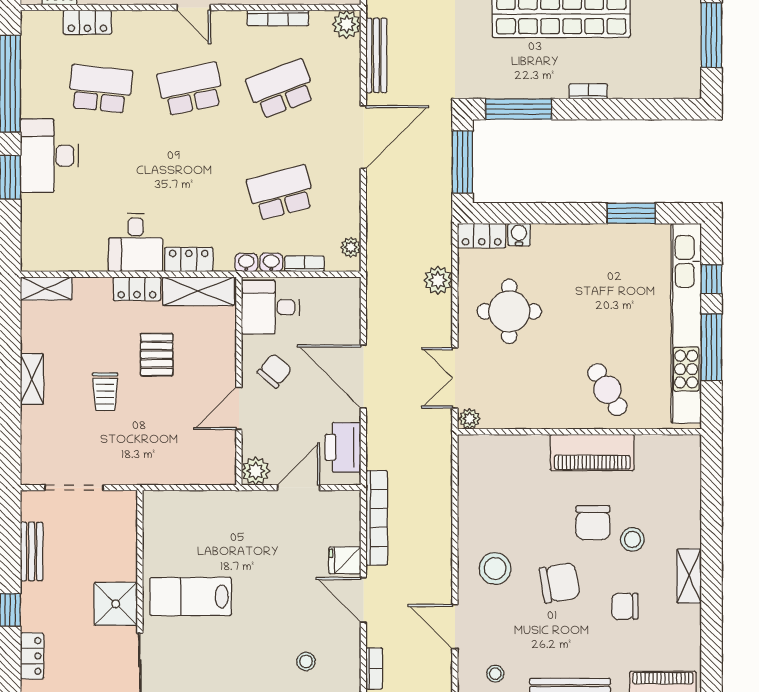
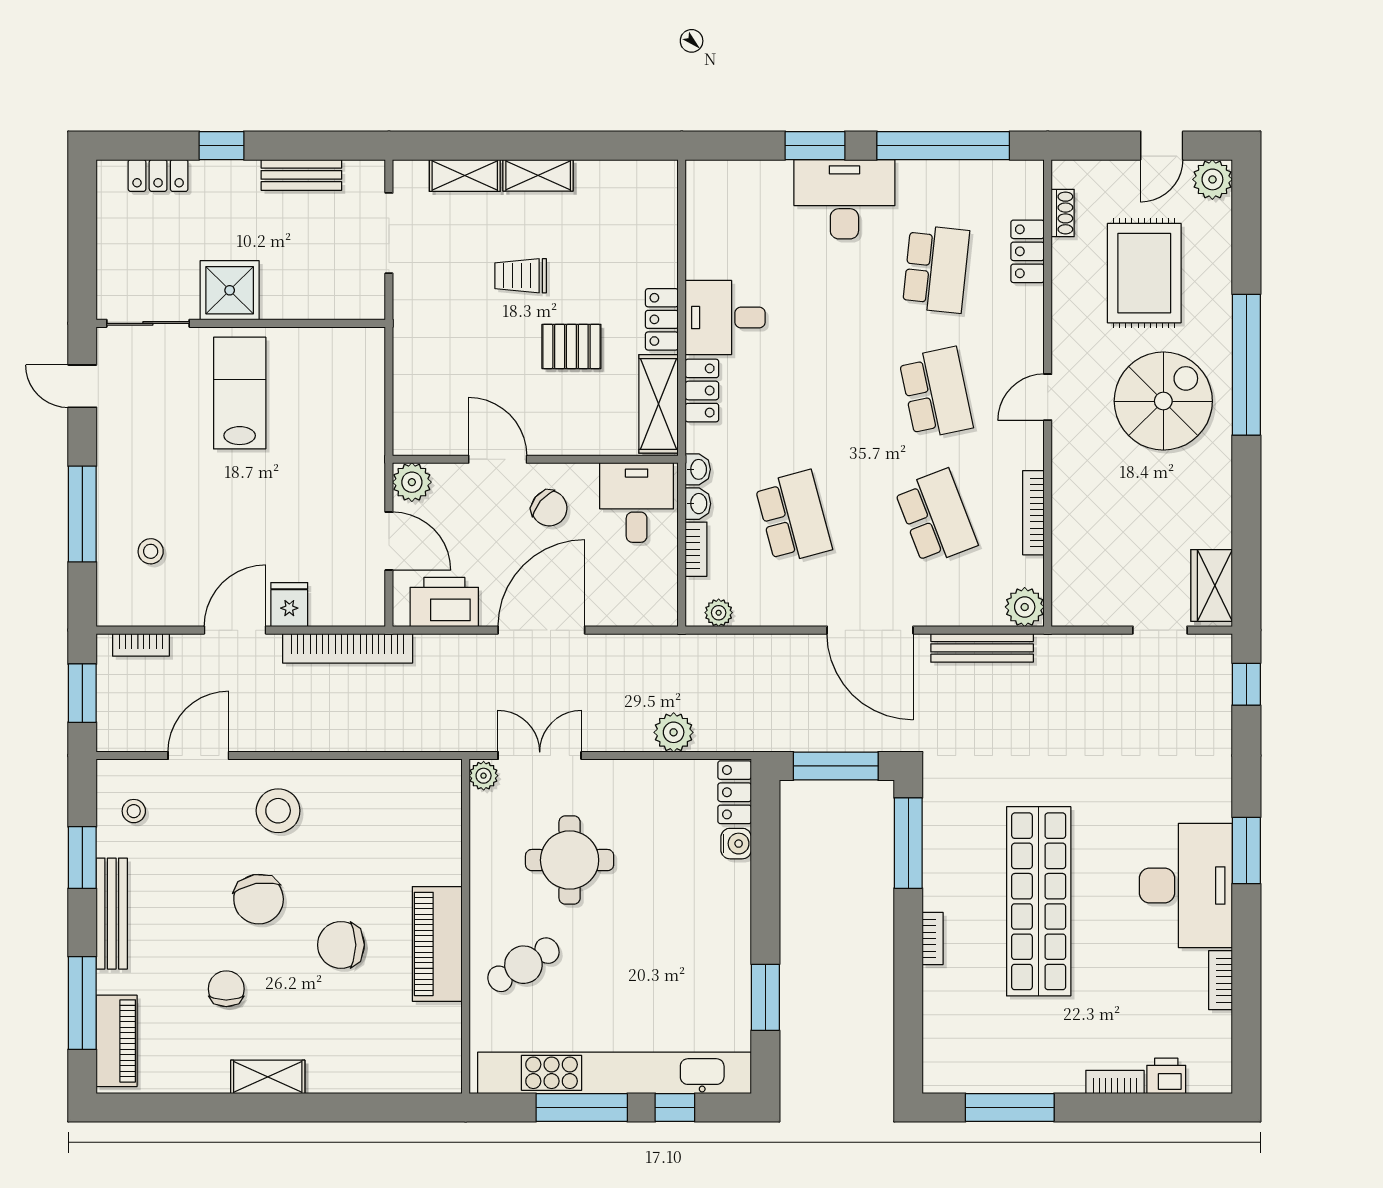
shelving: (46, 288) -> (465, 175), moved, turned 90
round table: (509, 311) -> (570, 860), moved
stool: (632, 539) -> (318, 999), removed

